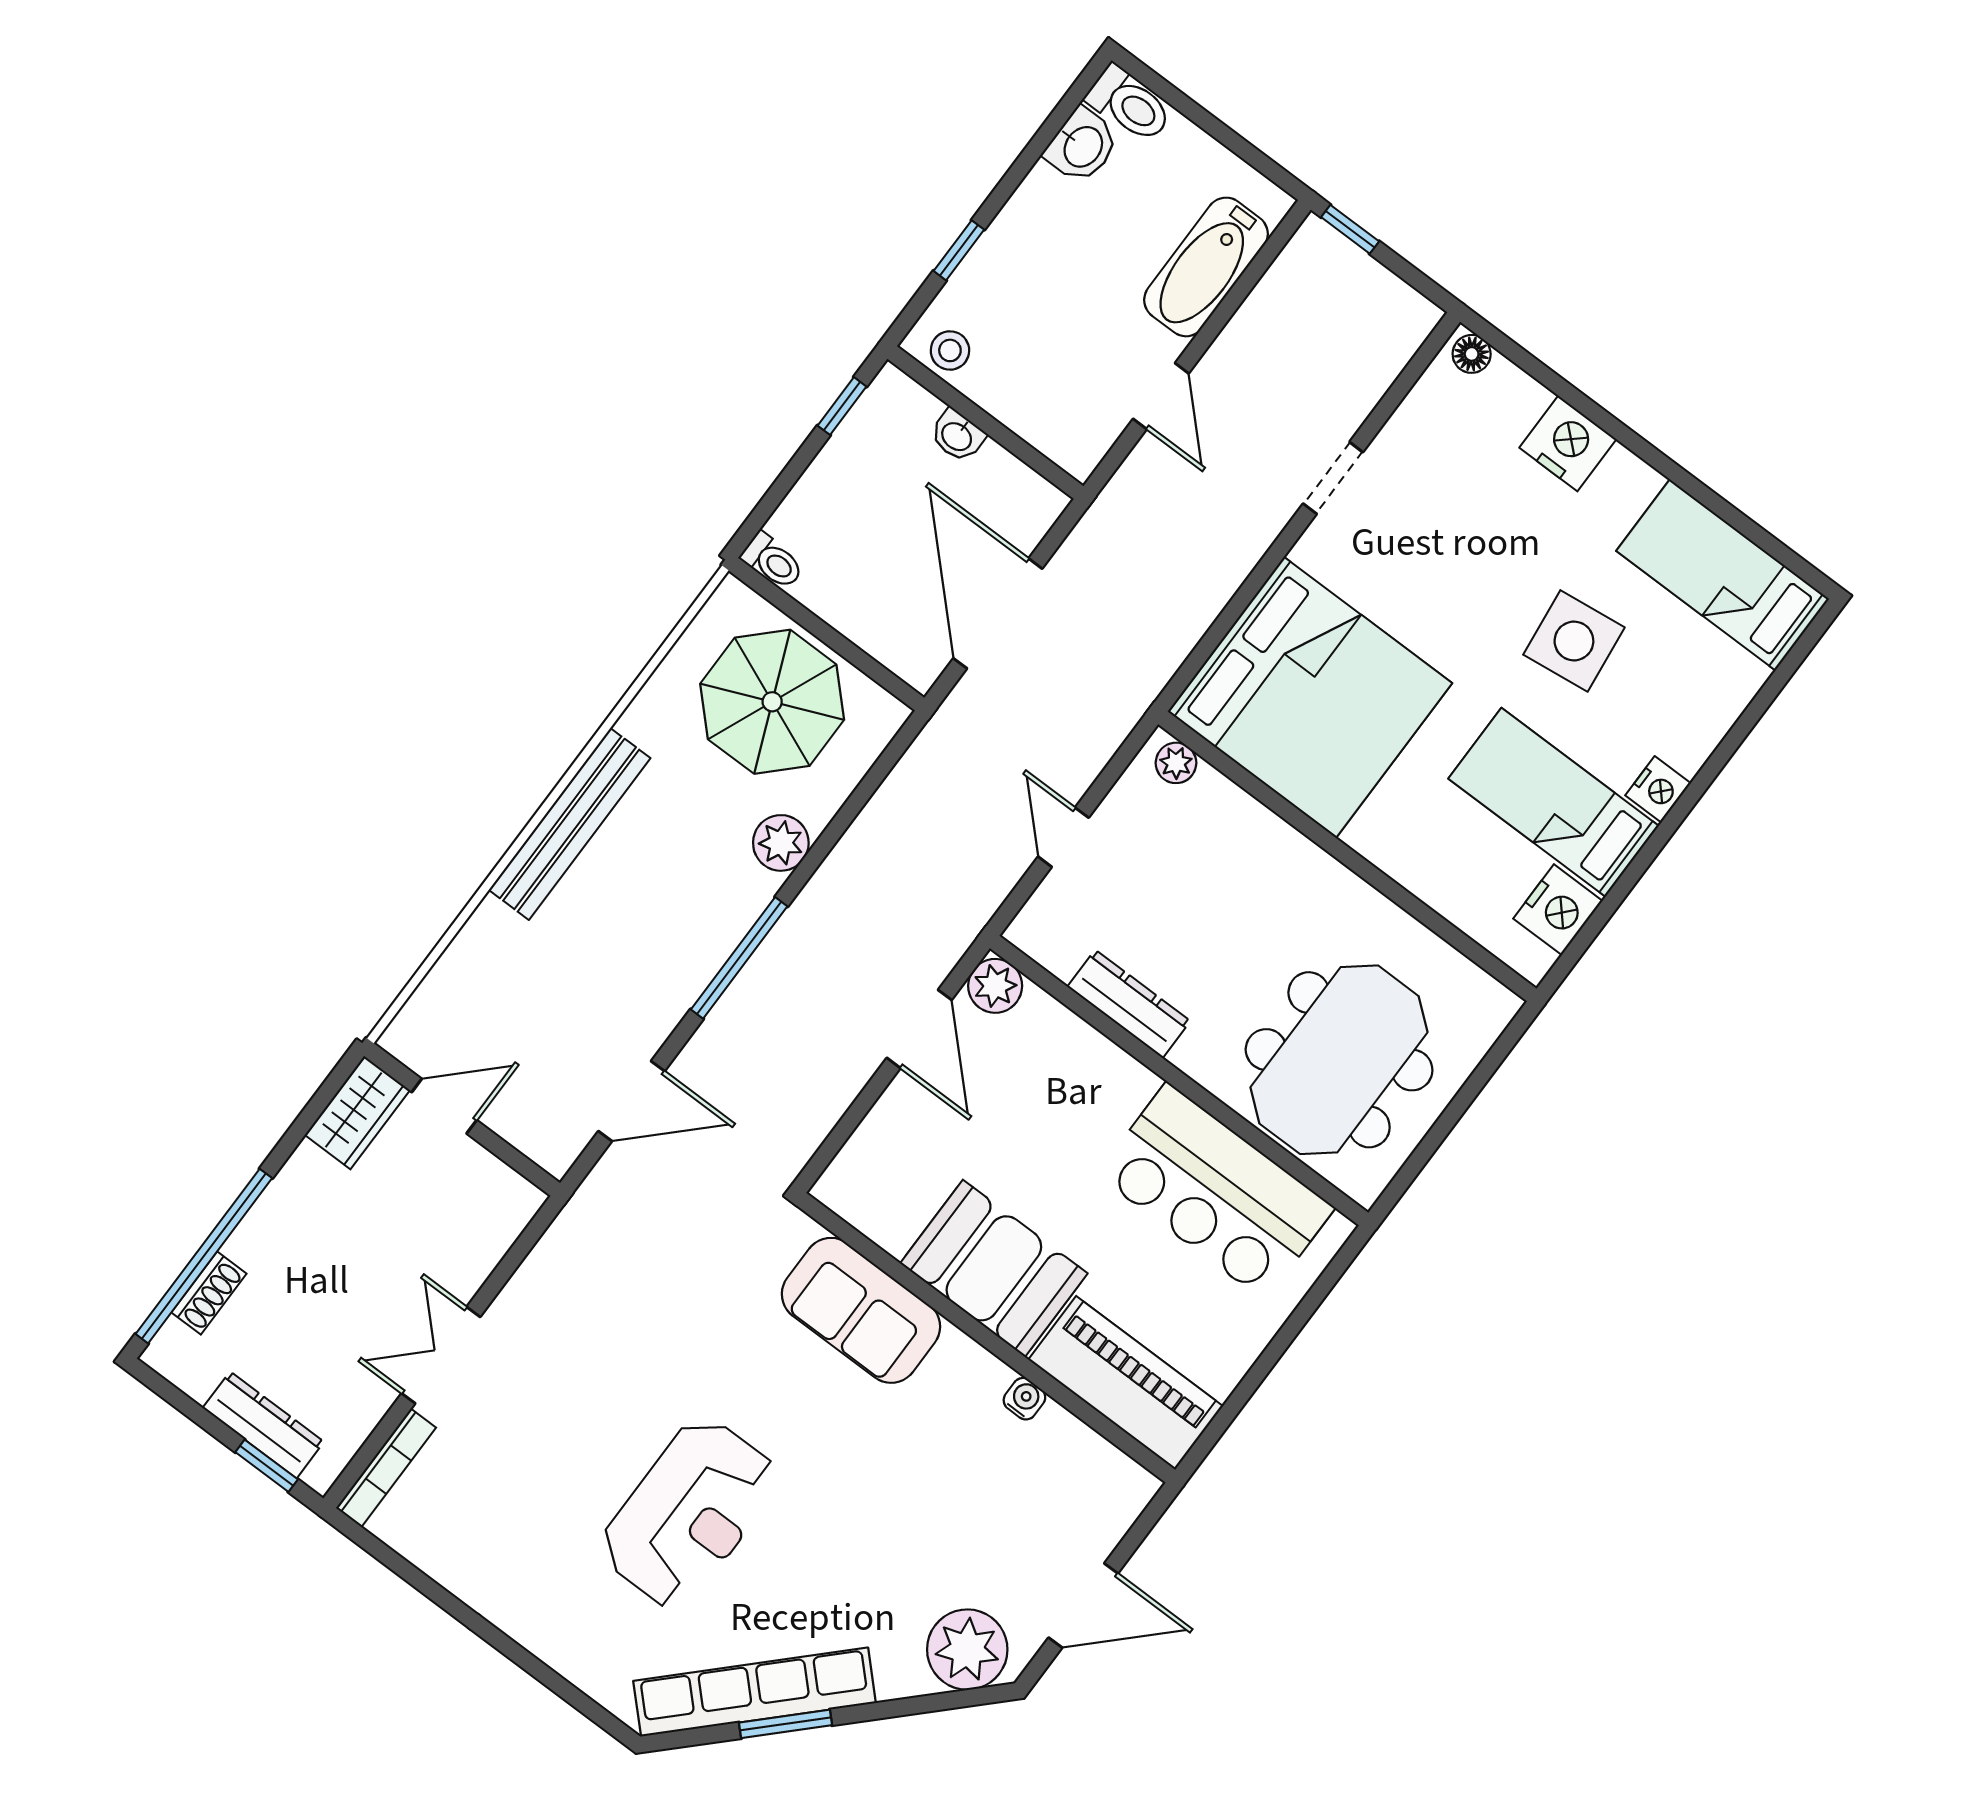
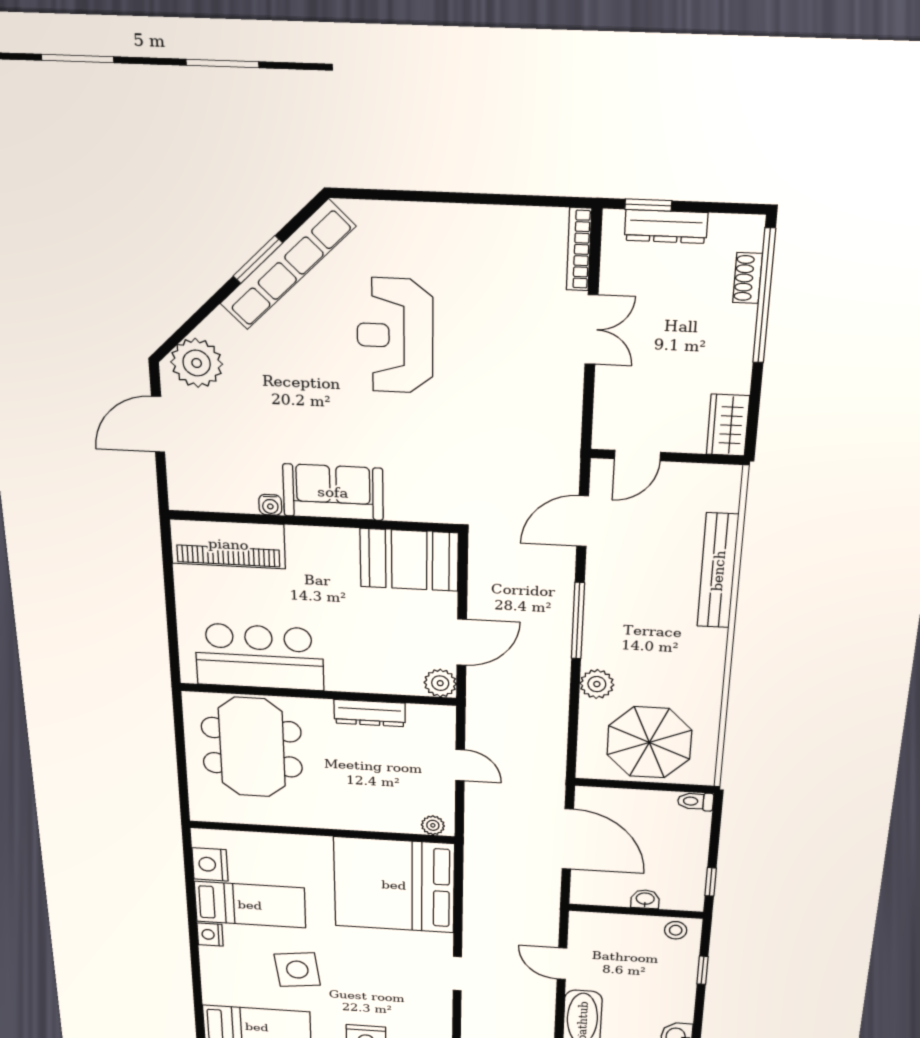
bench: (570, 824) -> (718, 571), moved
door: (919, 1029) -> (462, 642), swing flipped
door: (444, 1106) -> (637, 456), moved
booth: (994, 1268) -> (409, 560), moved
sofa: (861, 1310) -> (333, 492), moved

